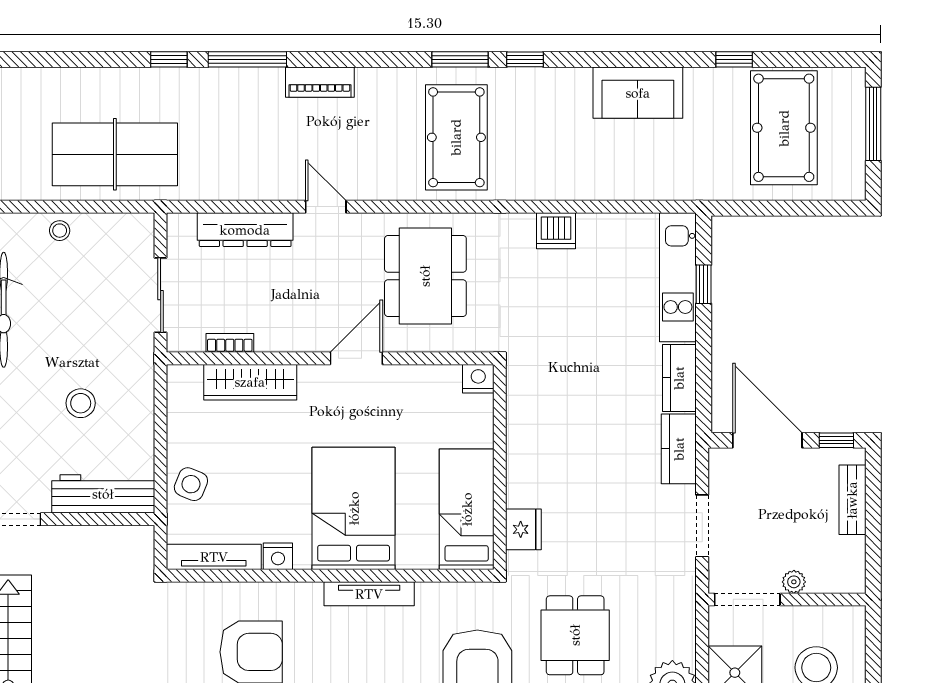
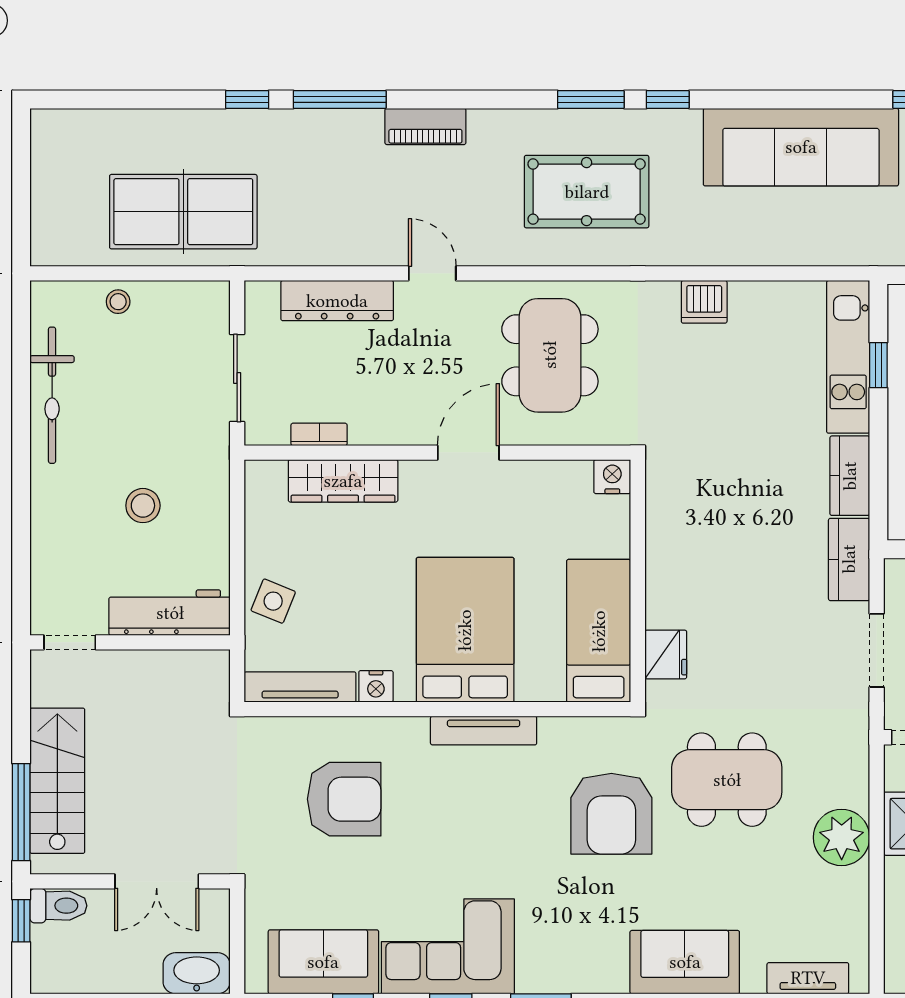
sofa: (638, 93) -> (801, 147), width x1.85, depth x1.27
pool table: (456, 137) -> (587, 192), turned 90
dining table: (575, 635) -> (727, 780), width x1.38

